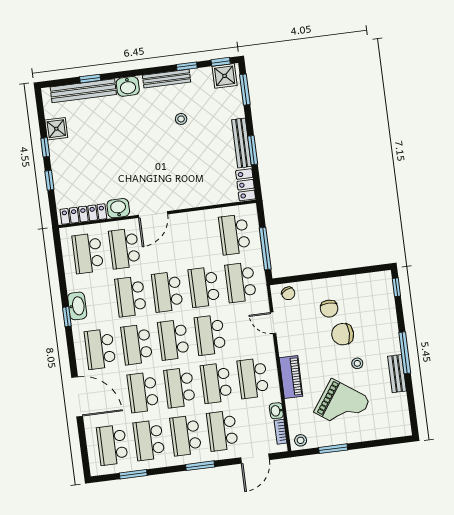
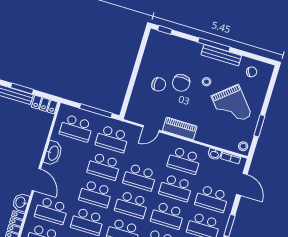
washbasin: (193, 220) -> (53, 153), added
chair: (288, 293) -> (252, 72), moved
bench: (397, 374) -> (221, 55), width x1.36
piano: (291, 377) -> (180, 128), moved
grand piano: (342, 405) -> (231, 106), turned 105

